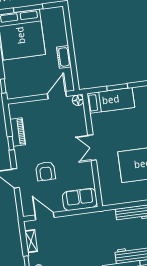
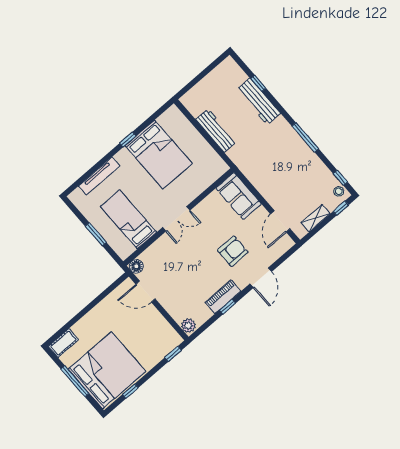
cot: (64, 57) -> (63, 343), moved
bed: (111, 100) -> (128, 219), moved
plant: (15, 109) -> (188, 326), added
piano: (18, 132) -> (223, 297), moved

